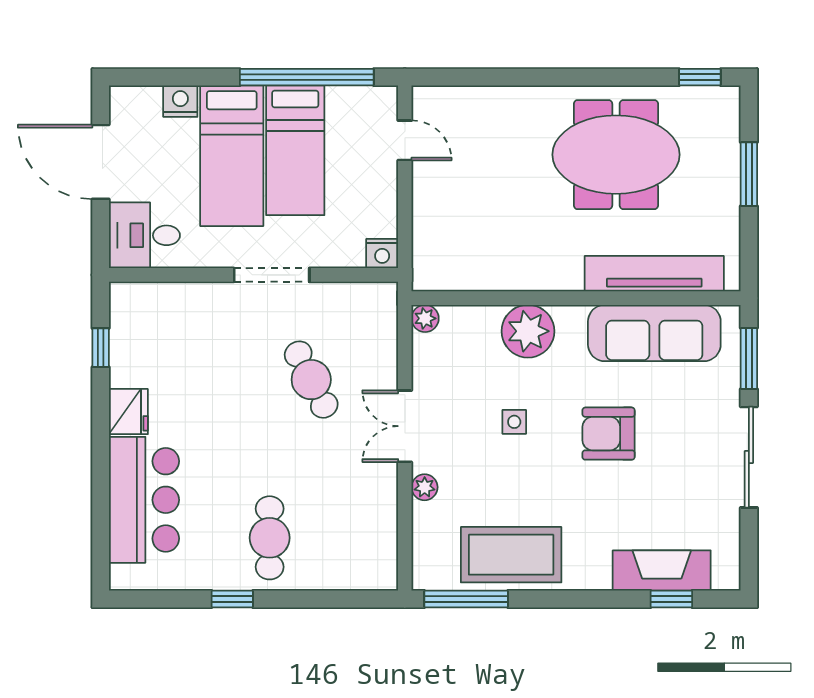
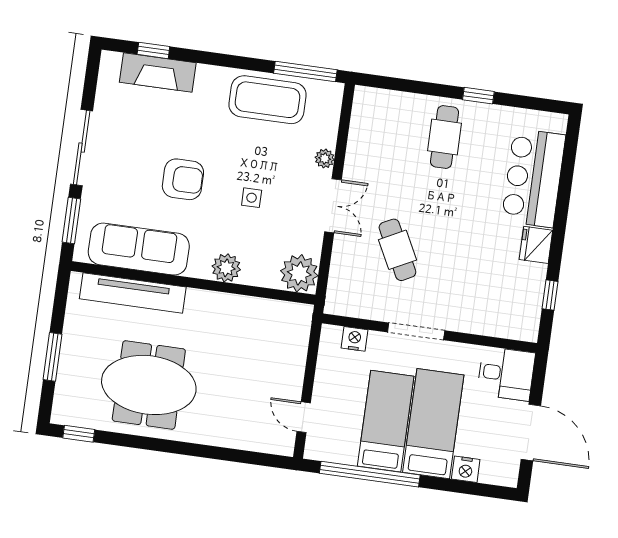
nightstand: (382, 254) -> (355, 339), moved
plant: (425, 318) -> (299, 273), width x1.88, depth x1.88
plant: (528, 331) -> (226, 268), width x0.73, depth x0.73

